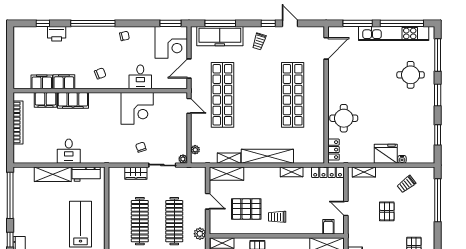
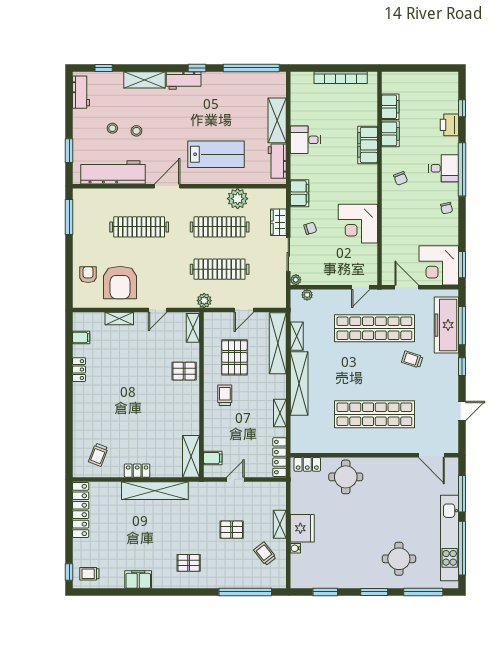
window: (268, 23) -> (462, 367), moved
trolley: (259, 41) -> (412, 359), moved
desk: (140, 77) -> (444, 168), moved, turned 180
filing cabinet: (46, 100) -> (299, 193), moved, turned 180
shelving: (364, 172) -> (280, 524), moved
shelving: (227, 174) -> (278, 343), width x1.47
plant: (117, 206) -> (238, 199), added

